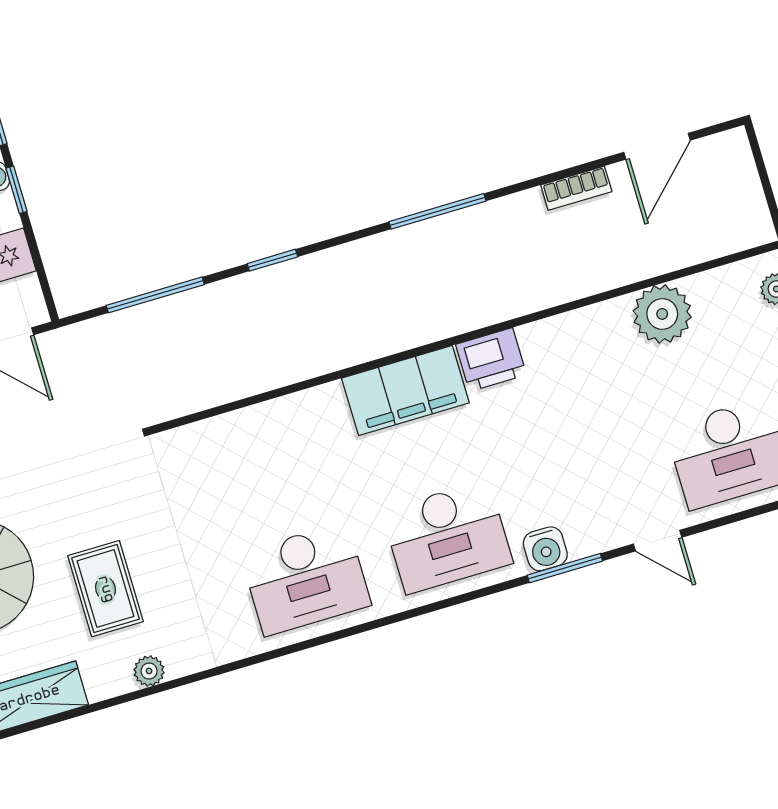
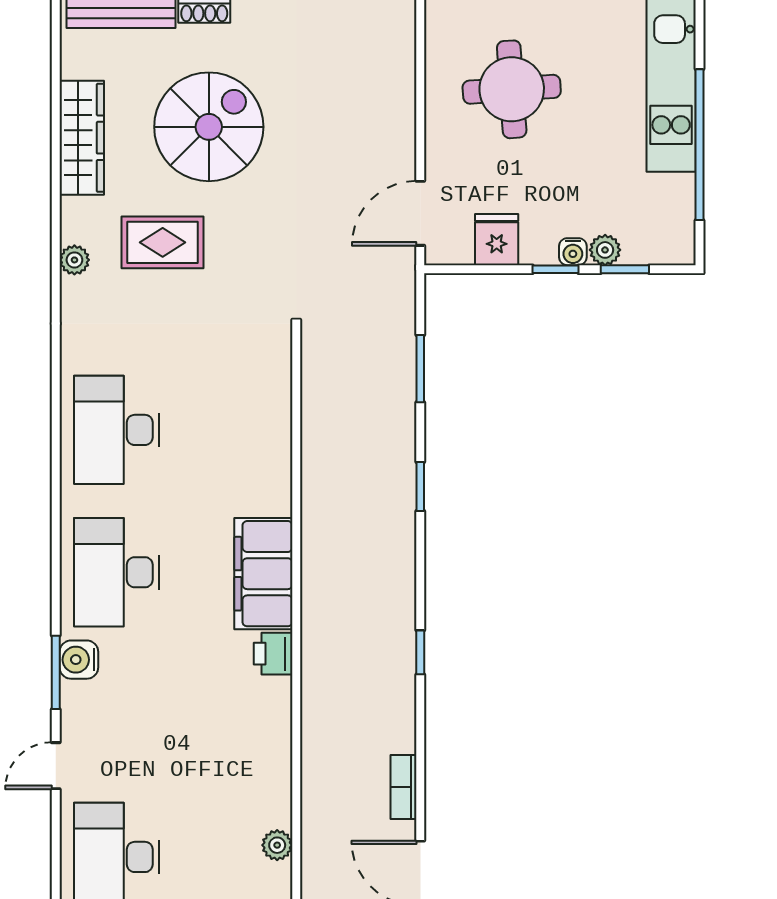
window: (437, 211) -> (420, 652), width x0.46
window: (155, 295) -> (420, 369), width x0.69
plant: (662, 314) -> (277, 845), width x0.53, depth x0.53
printer: (491, 360) -> (273, 654), width x0.73, depth x0.81

